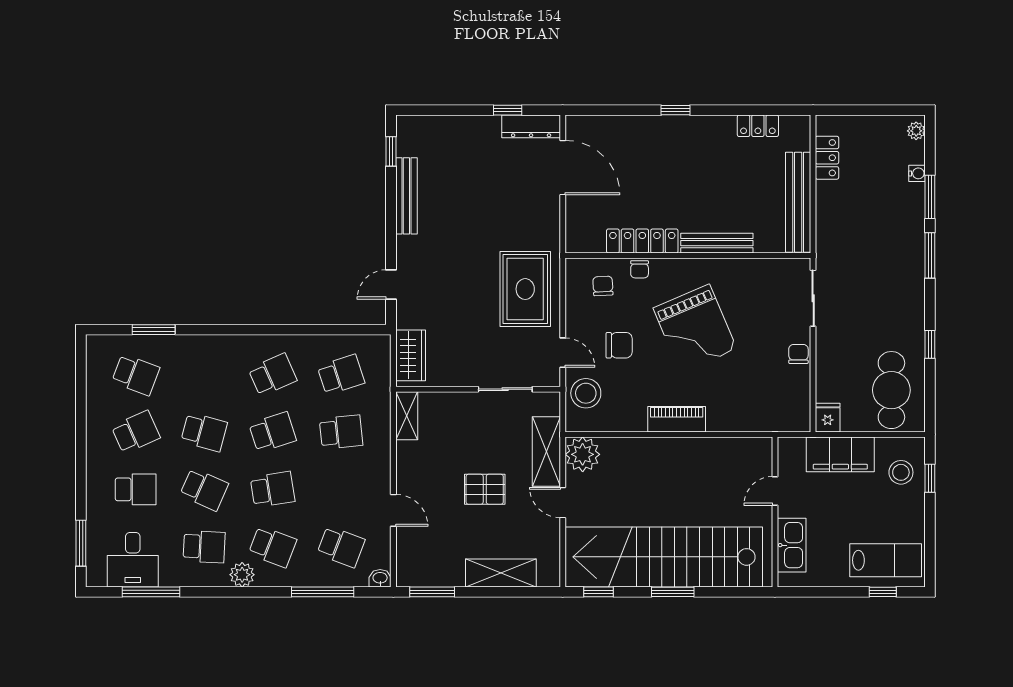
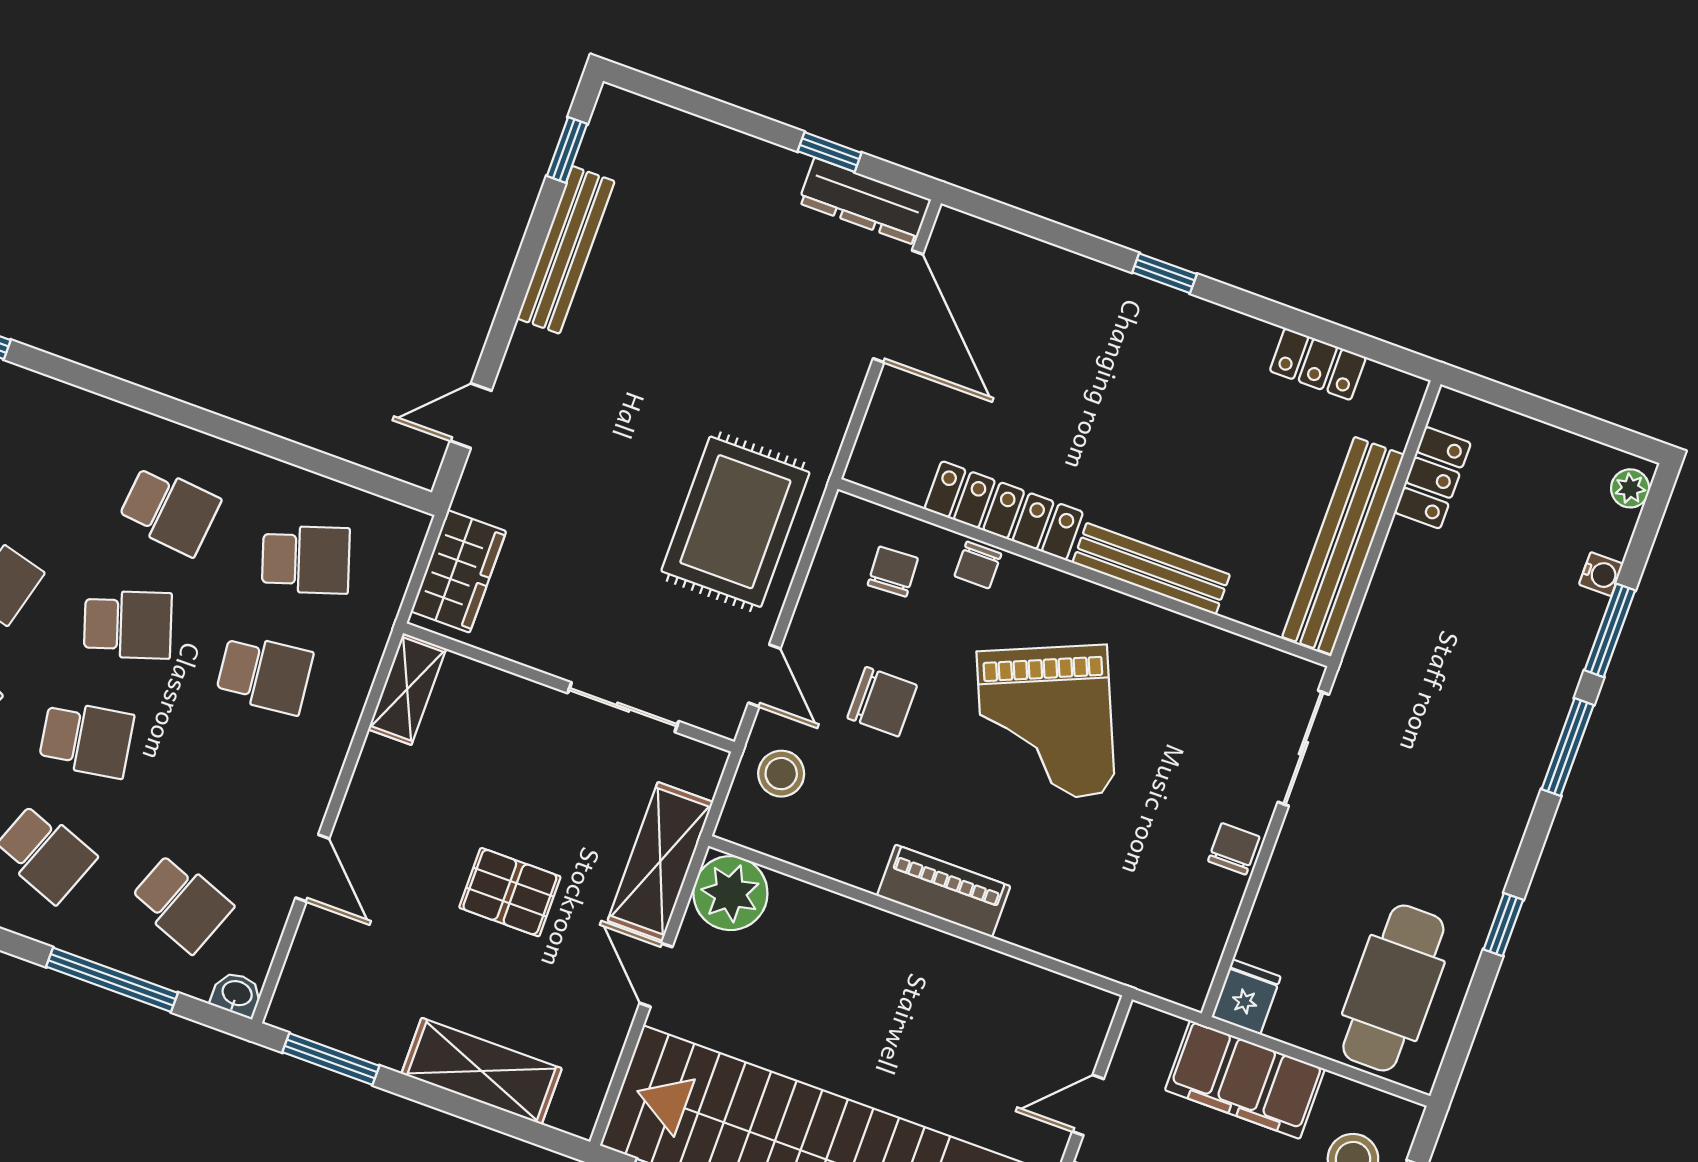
school desk: (273, 375) -> (169, 510), turned 30
stool: (586, 393) -> (781, 774), width x0.73, depth x0.73

